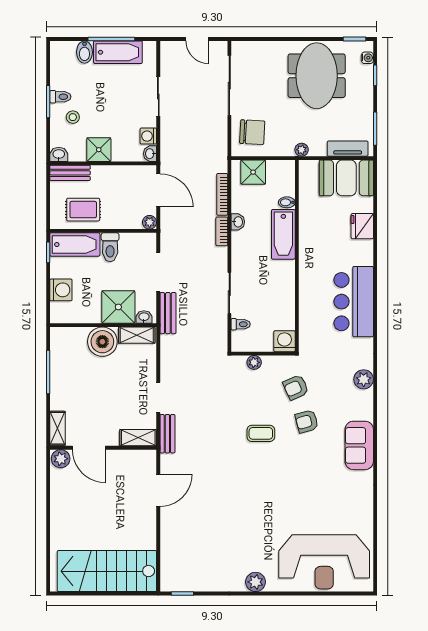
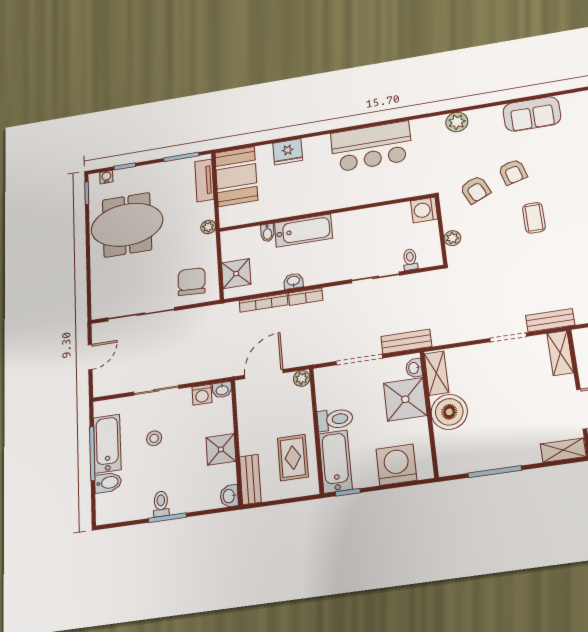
stool: (73, 117) -> (154, 438), moved
washing machine: (61, 290) -> (396, 465), width x1.37, depth x1.37

